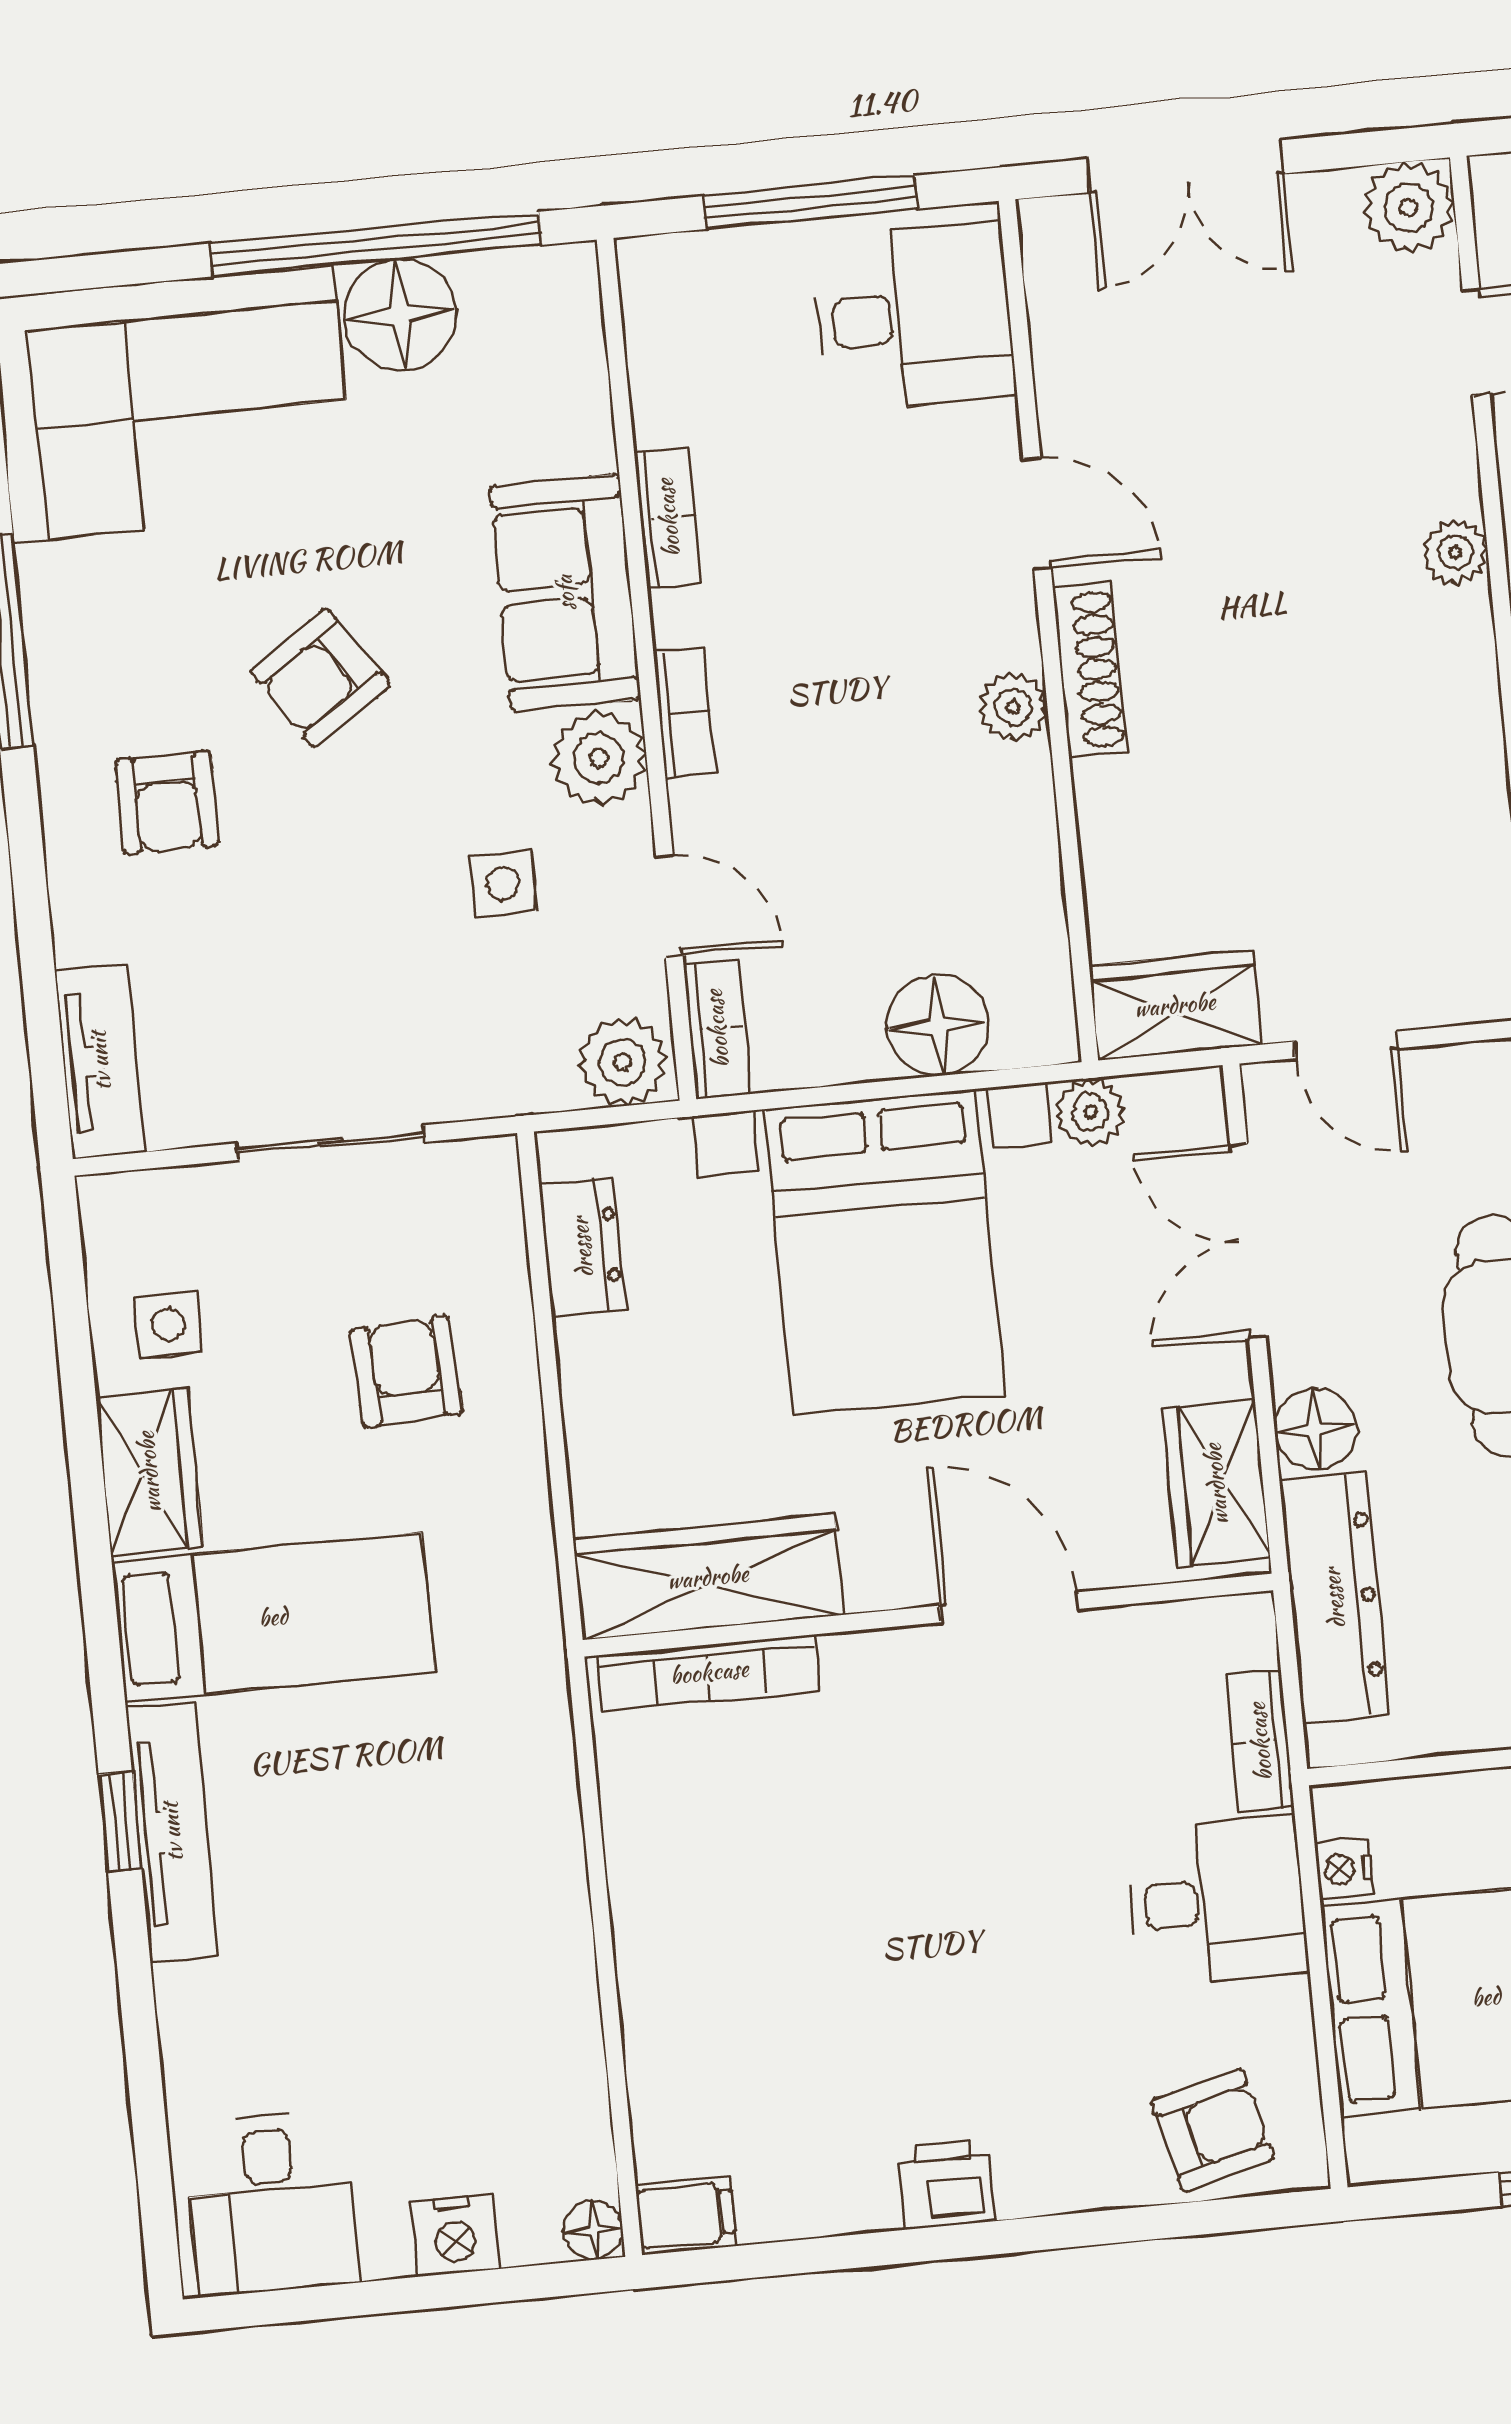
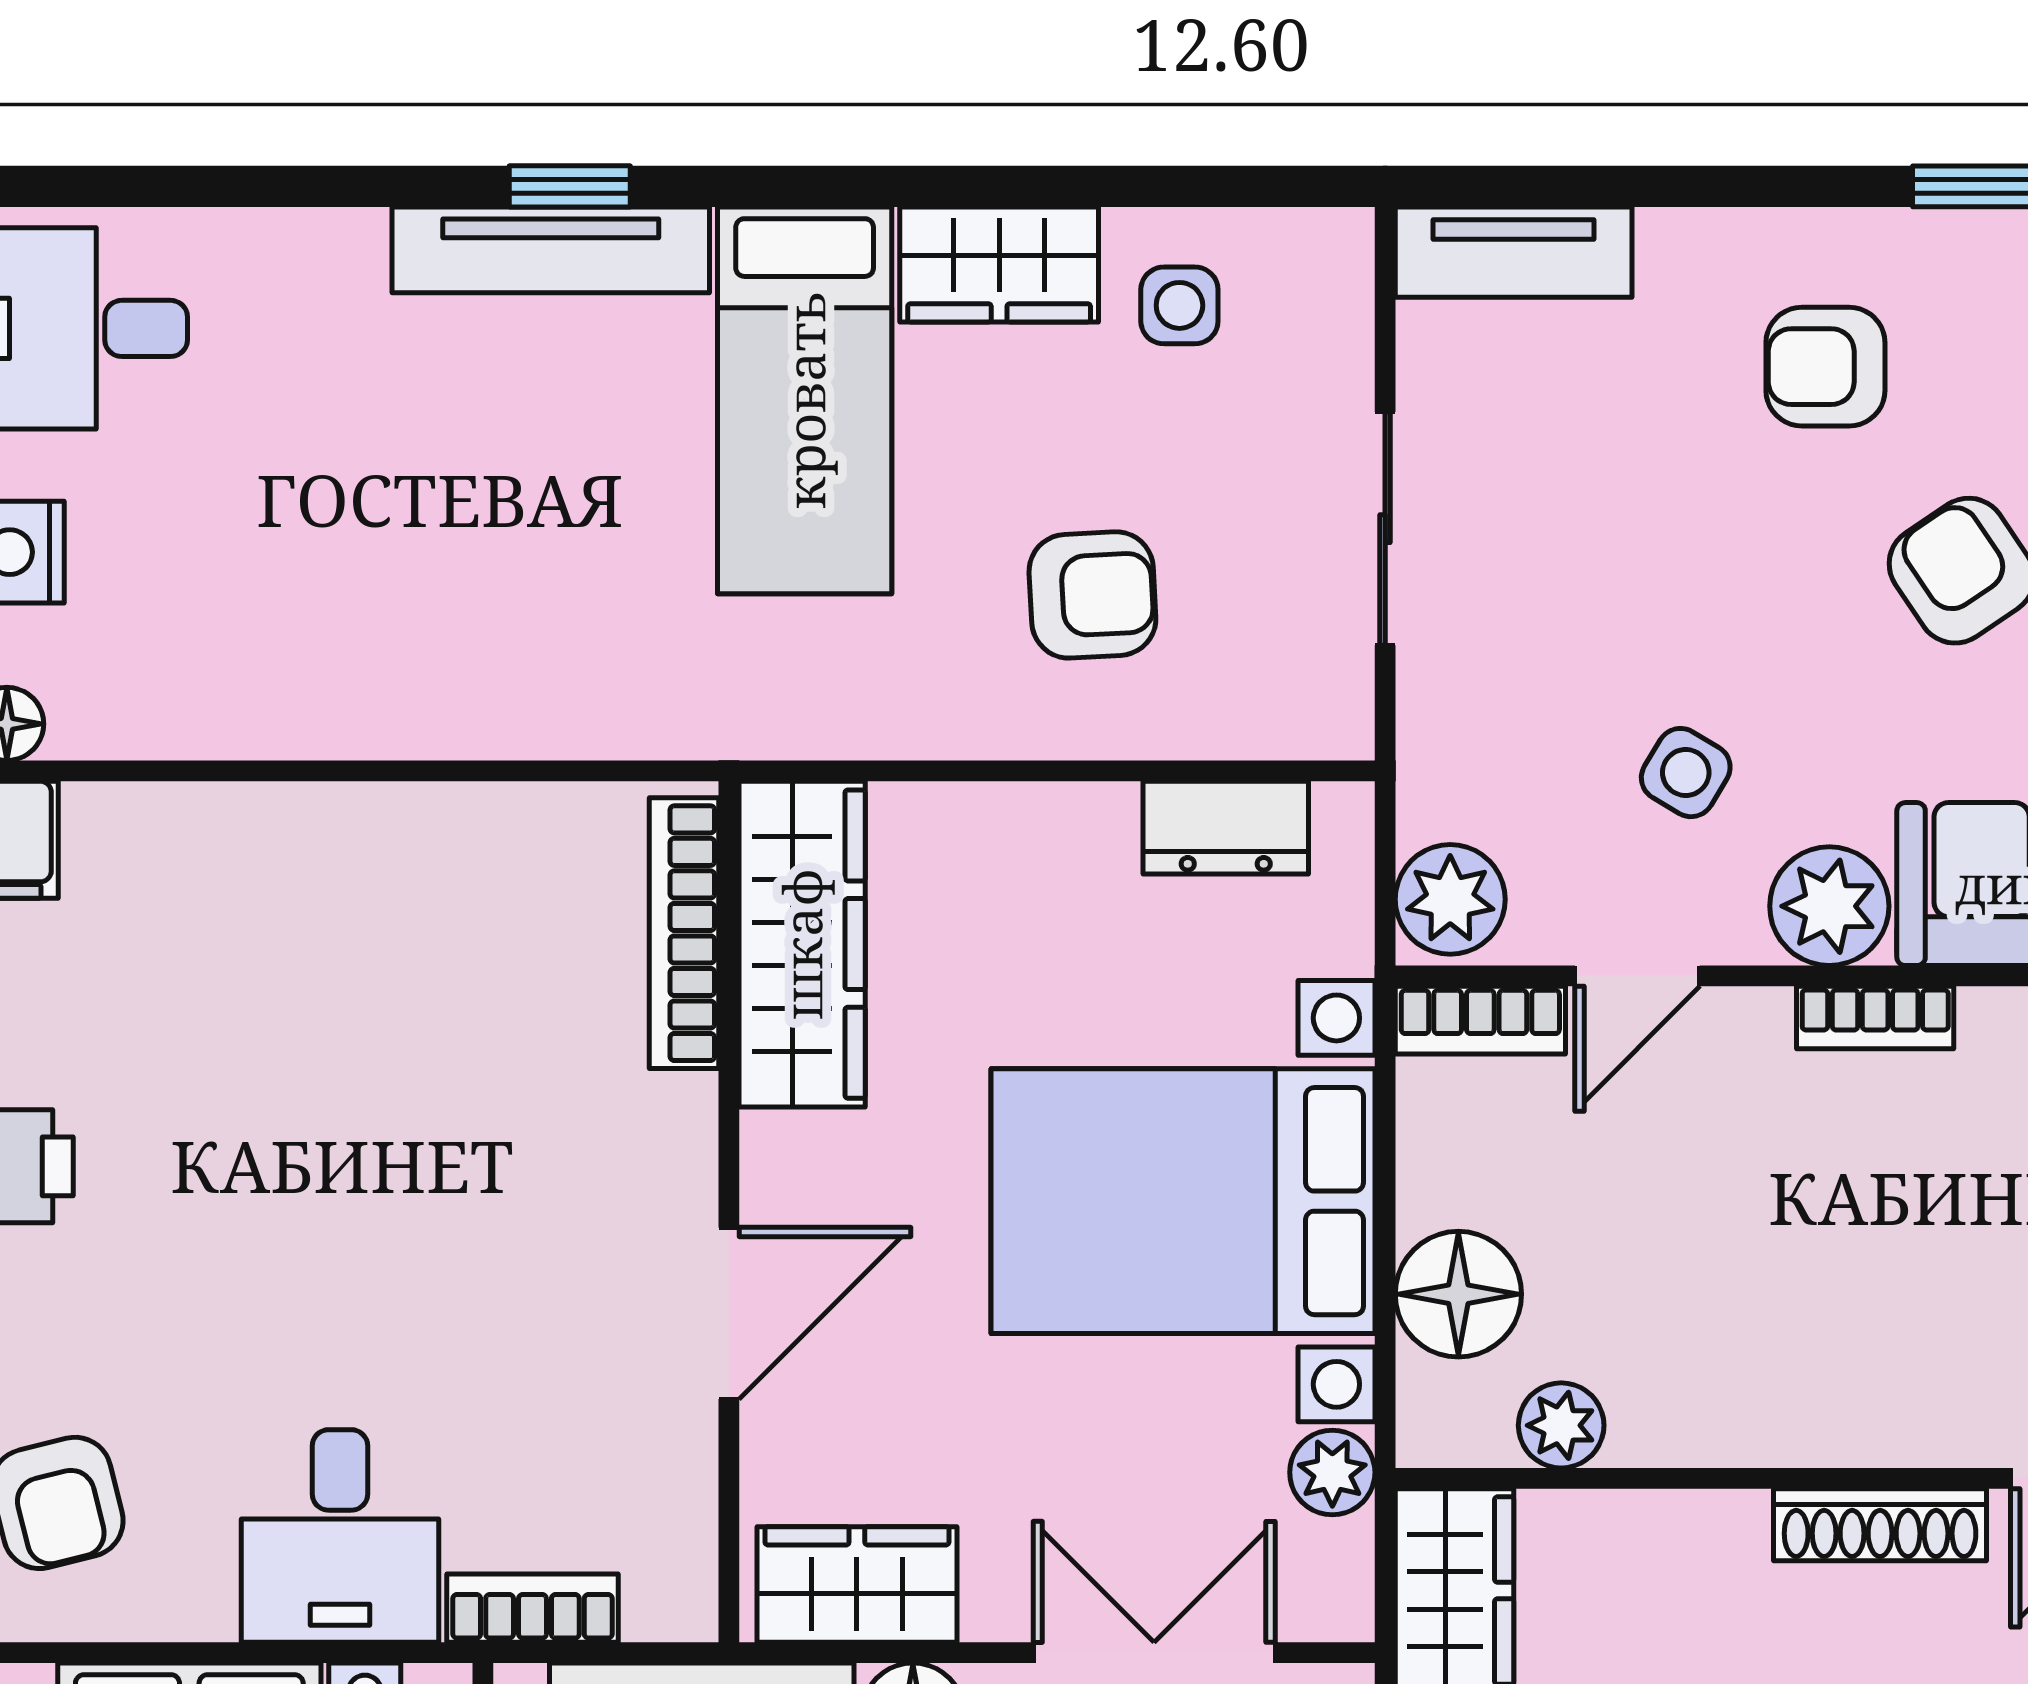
plant: (1013, 707) -> (1561, 1425), moved
side table: (503, 883) -> (1686, 773), turned 31

